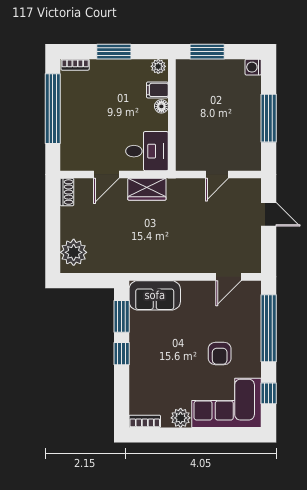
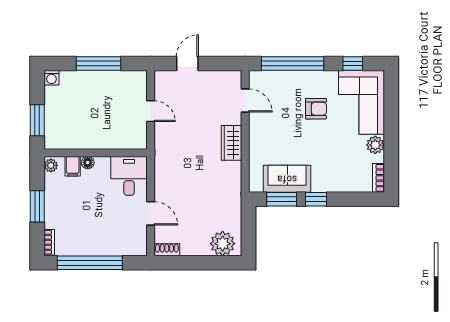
wardrobe: (147, 189) -> (232, 143), moved, turned 180
sofa: (155, 295) -> (287, 179), moved, turned -90

